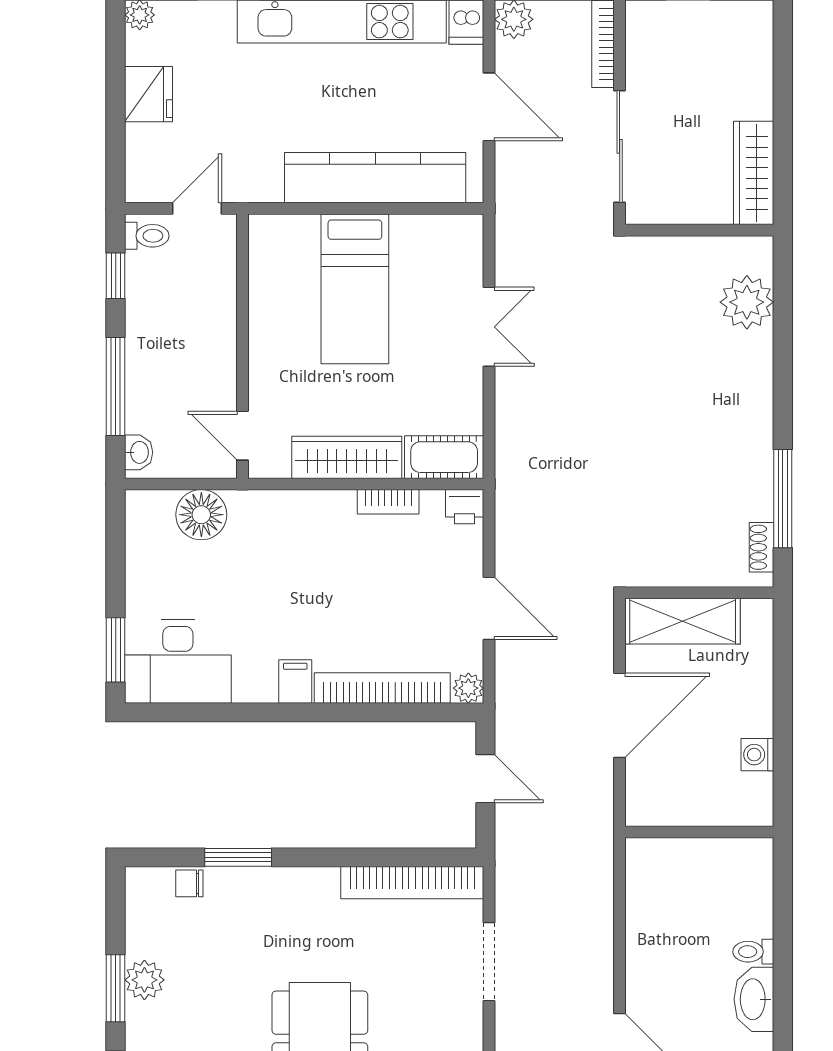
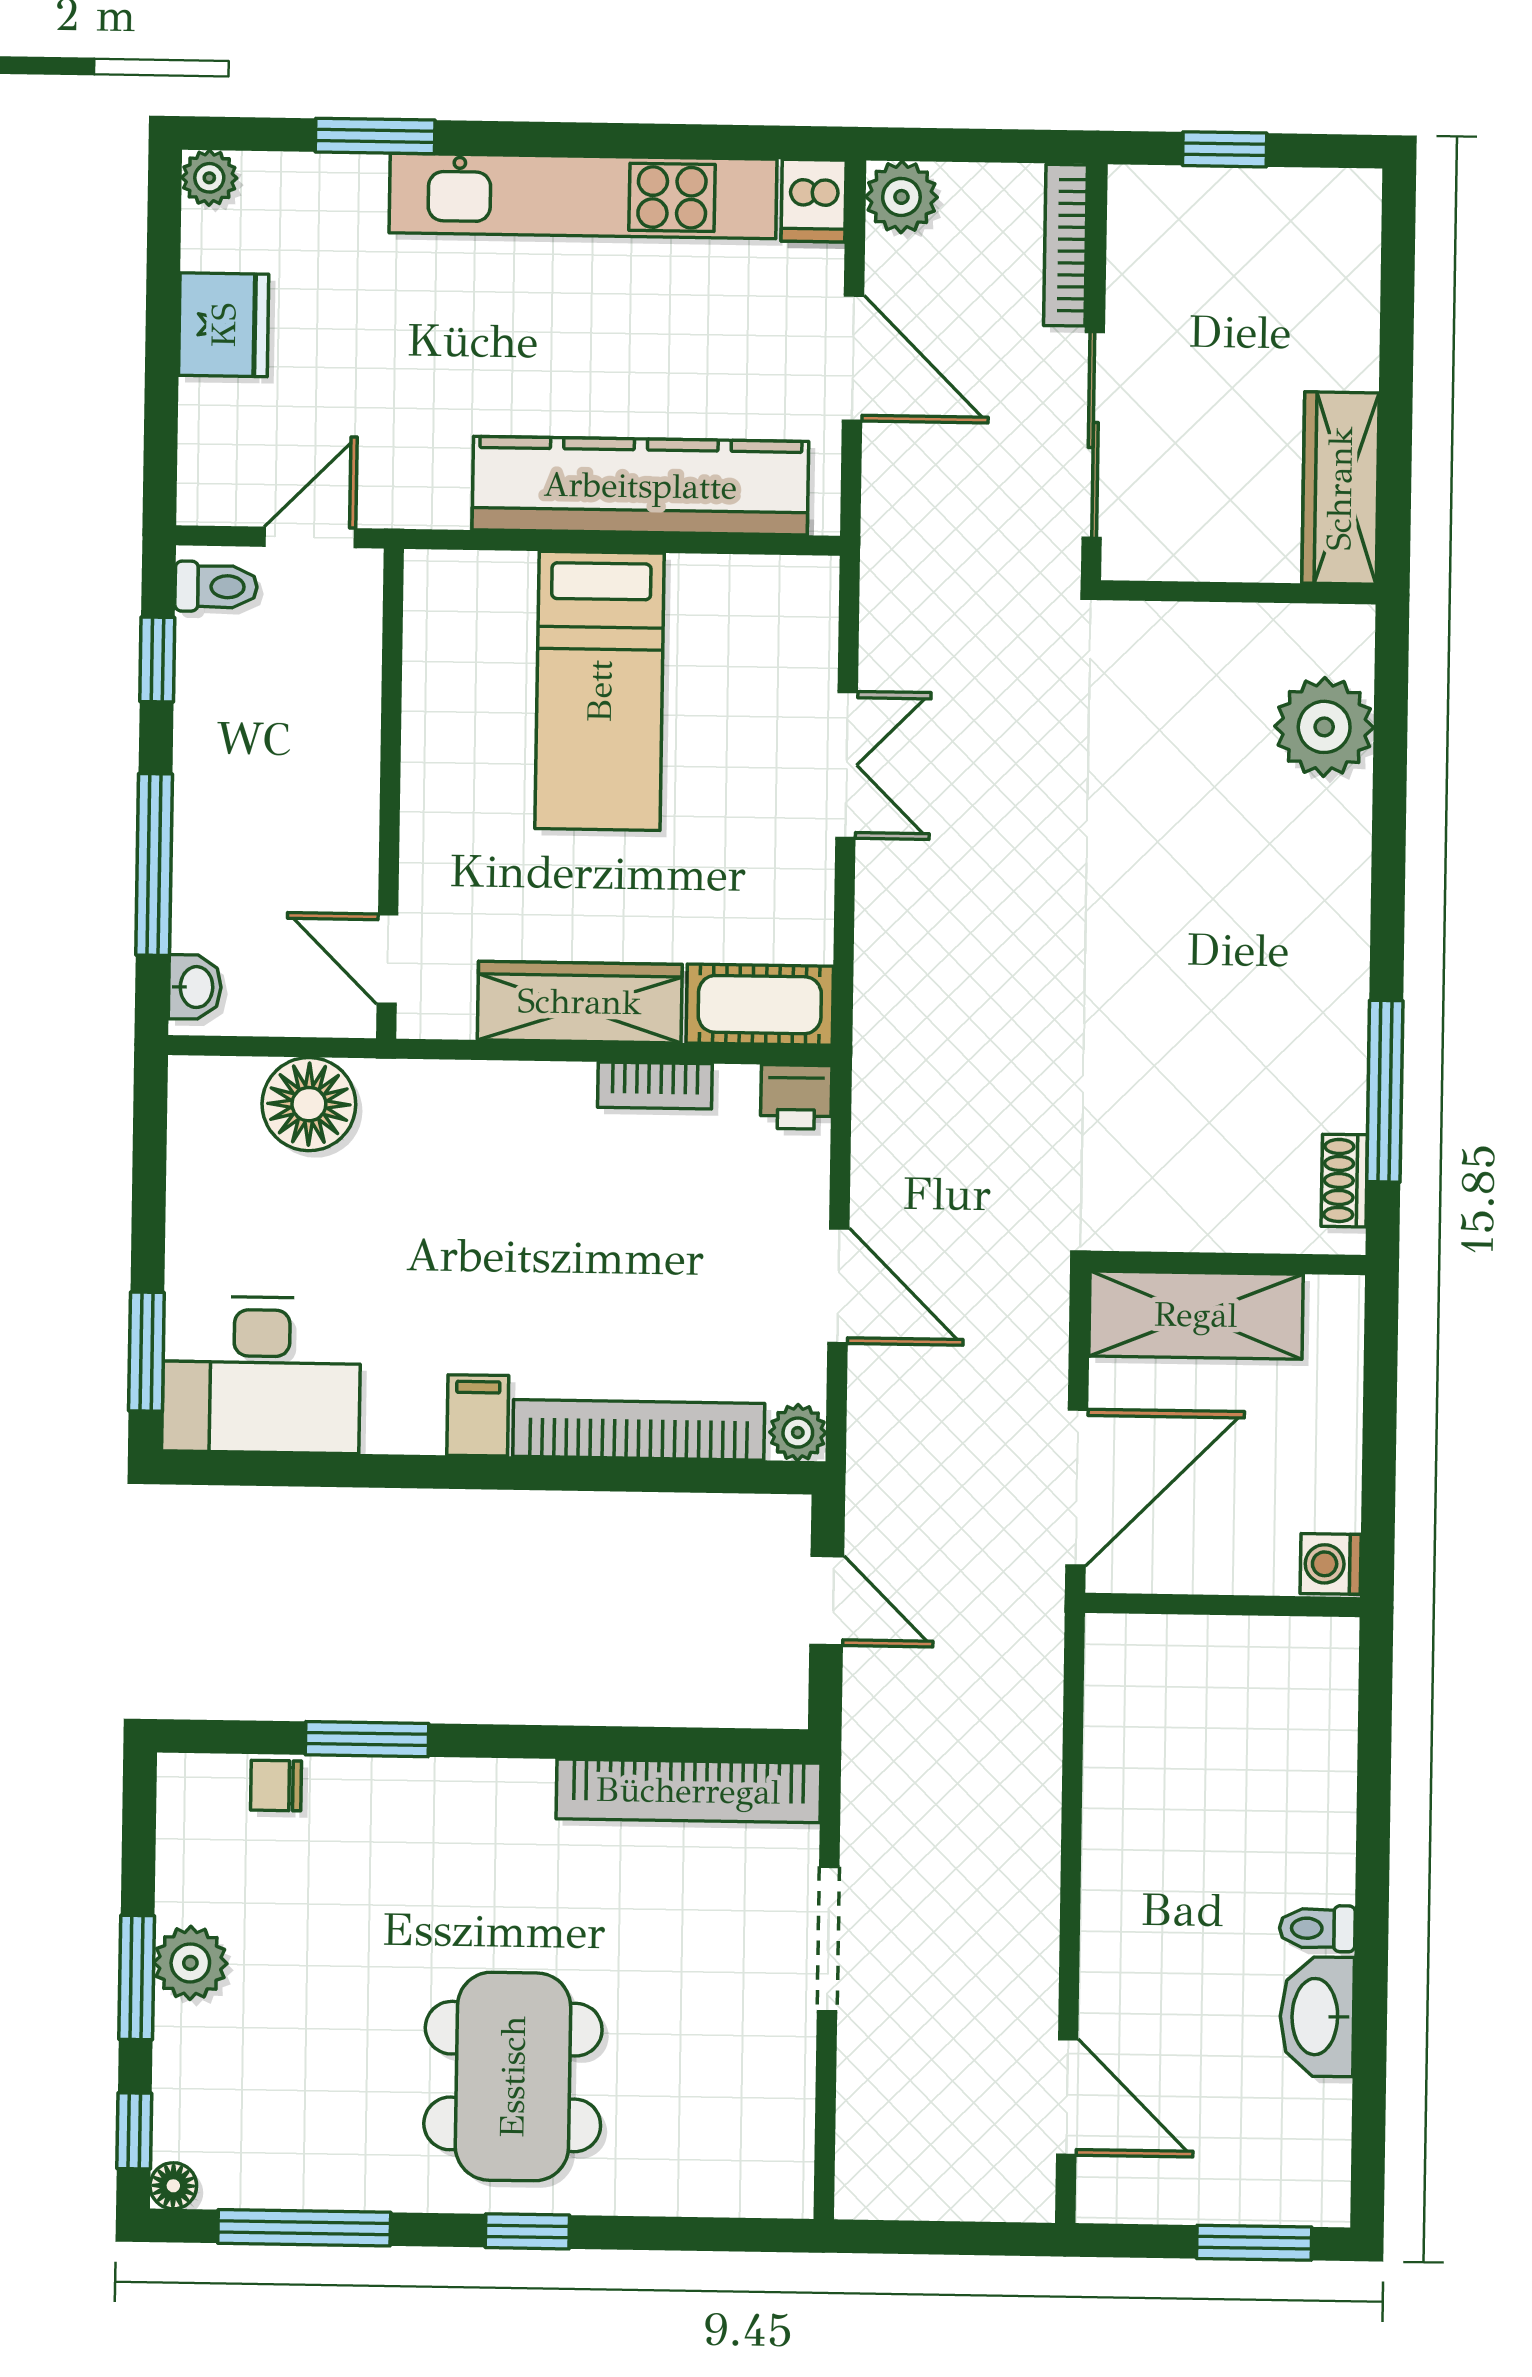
wall: (699, 832) -> (1222, 1605), moved

